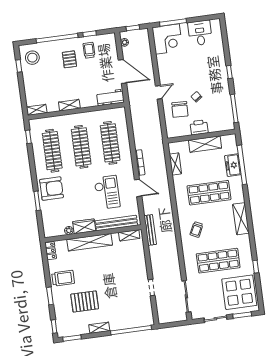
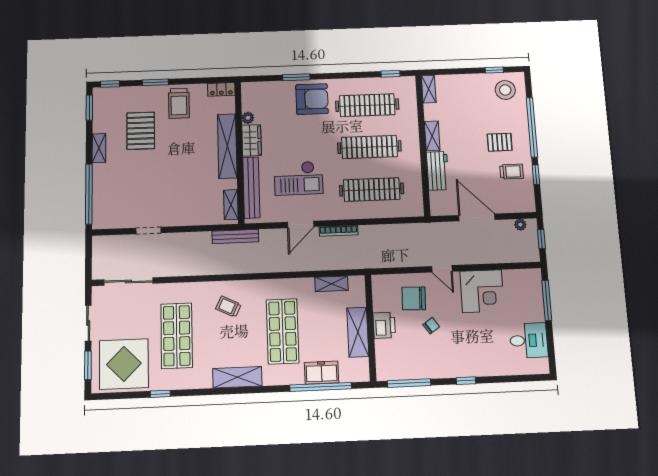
corner desk: (167, 39) -> (482, 291), moved, turned -90
door: (122, 72) -> (477, 217), swing flipped
workbench: (110, 97) -> (438, 171), moved
armchair: (51, 189) -> (312, 99), turned -90

